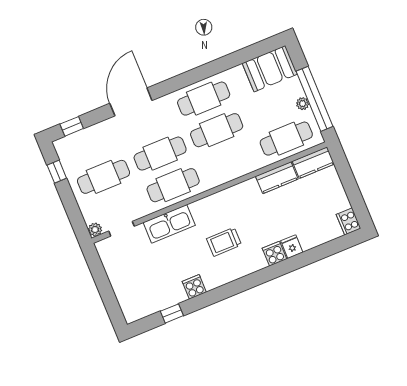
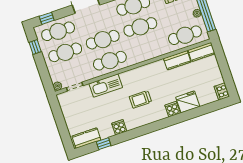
cafe table: (90, 145) -> (58, 31), added
fridge: (292, 247) -> (188, 102), width x1.88, depth x1.34
kitchen counter: (145, 307) -> (86, 138), added

